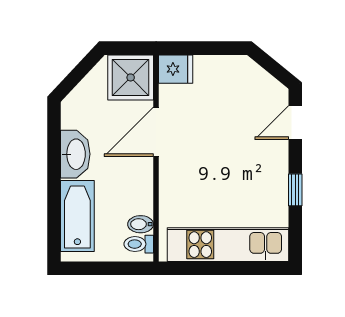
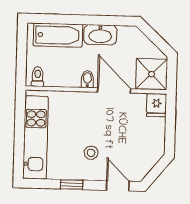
stool: (248, 163) -> (91, 153), added
bidet: (141, 224) -> (87, 79), moved

